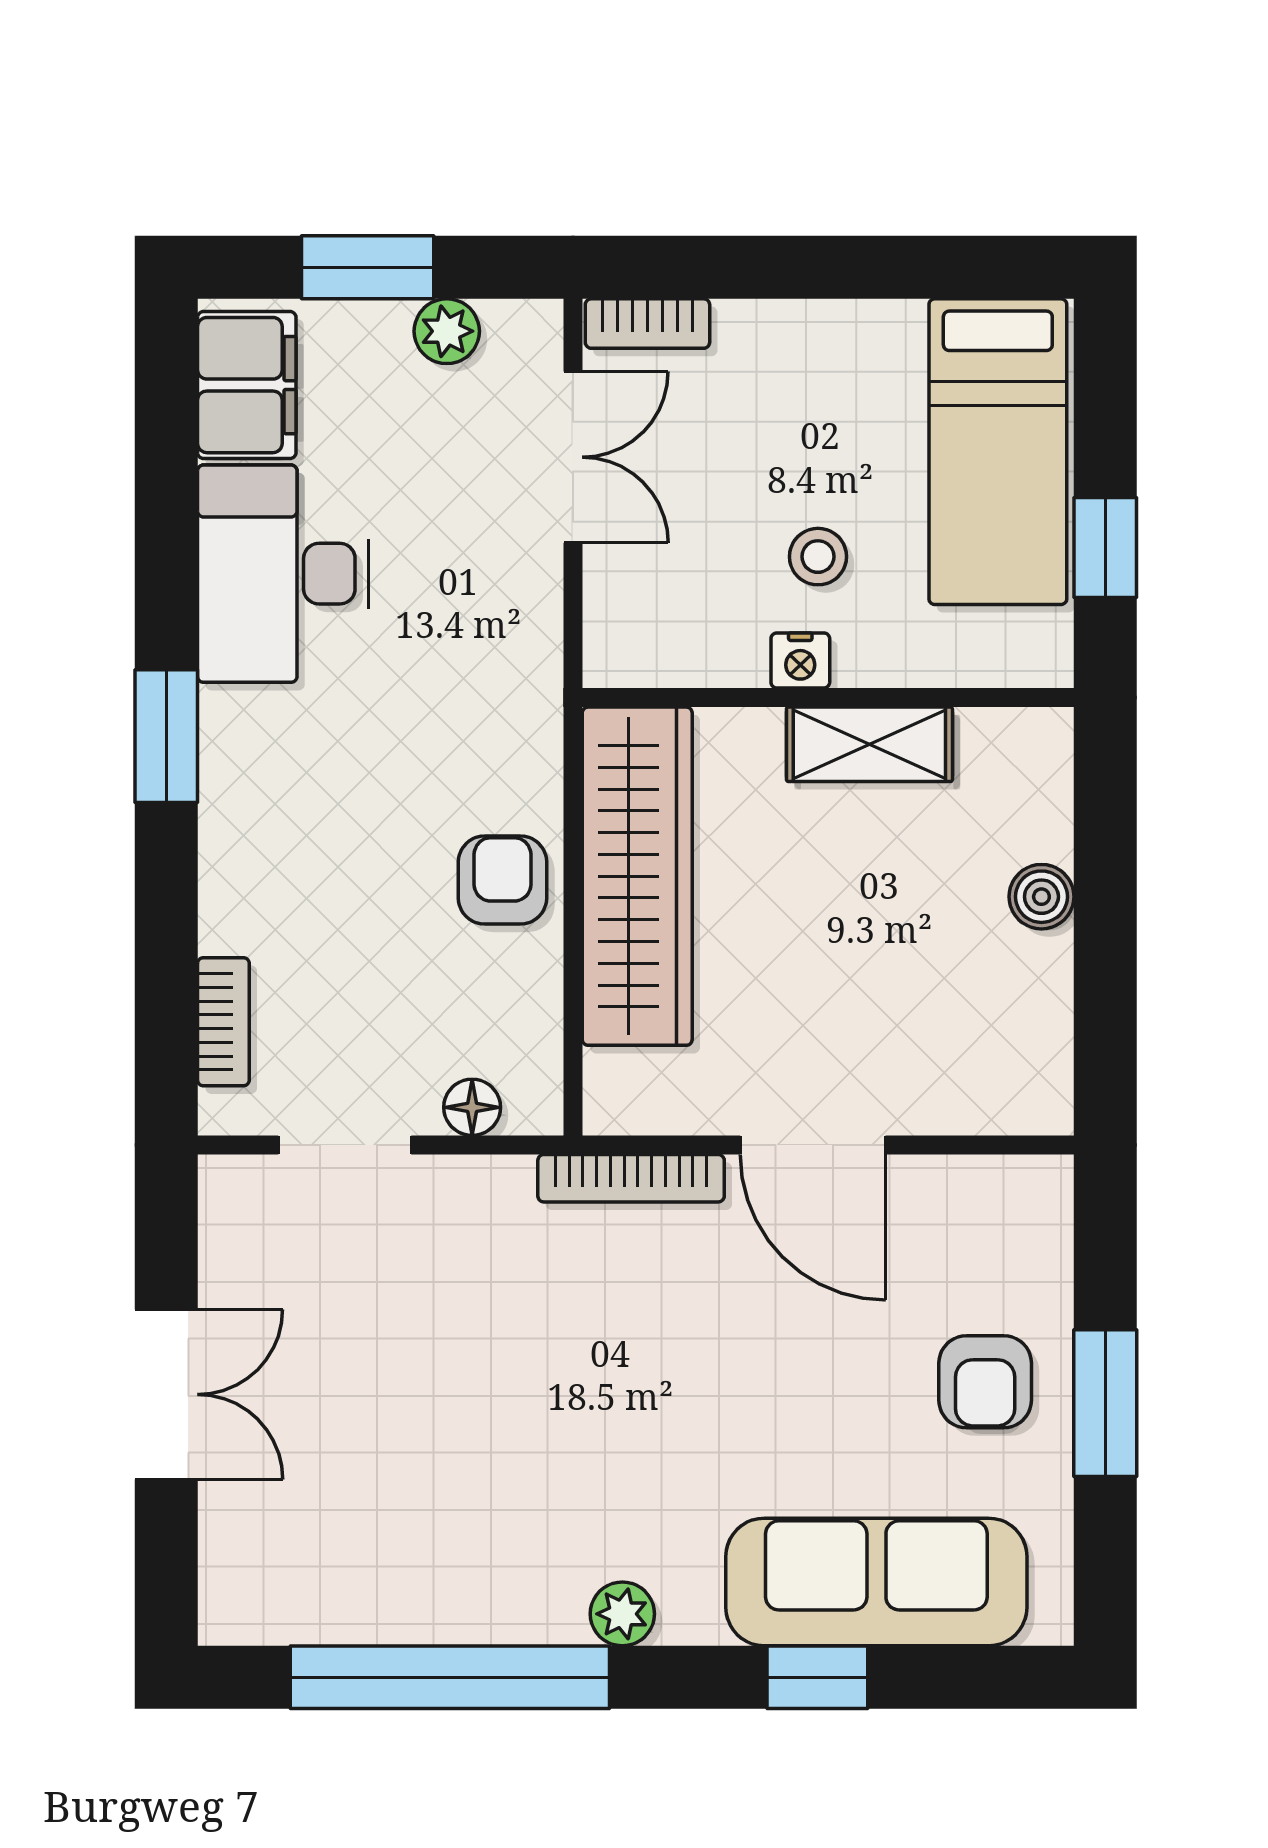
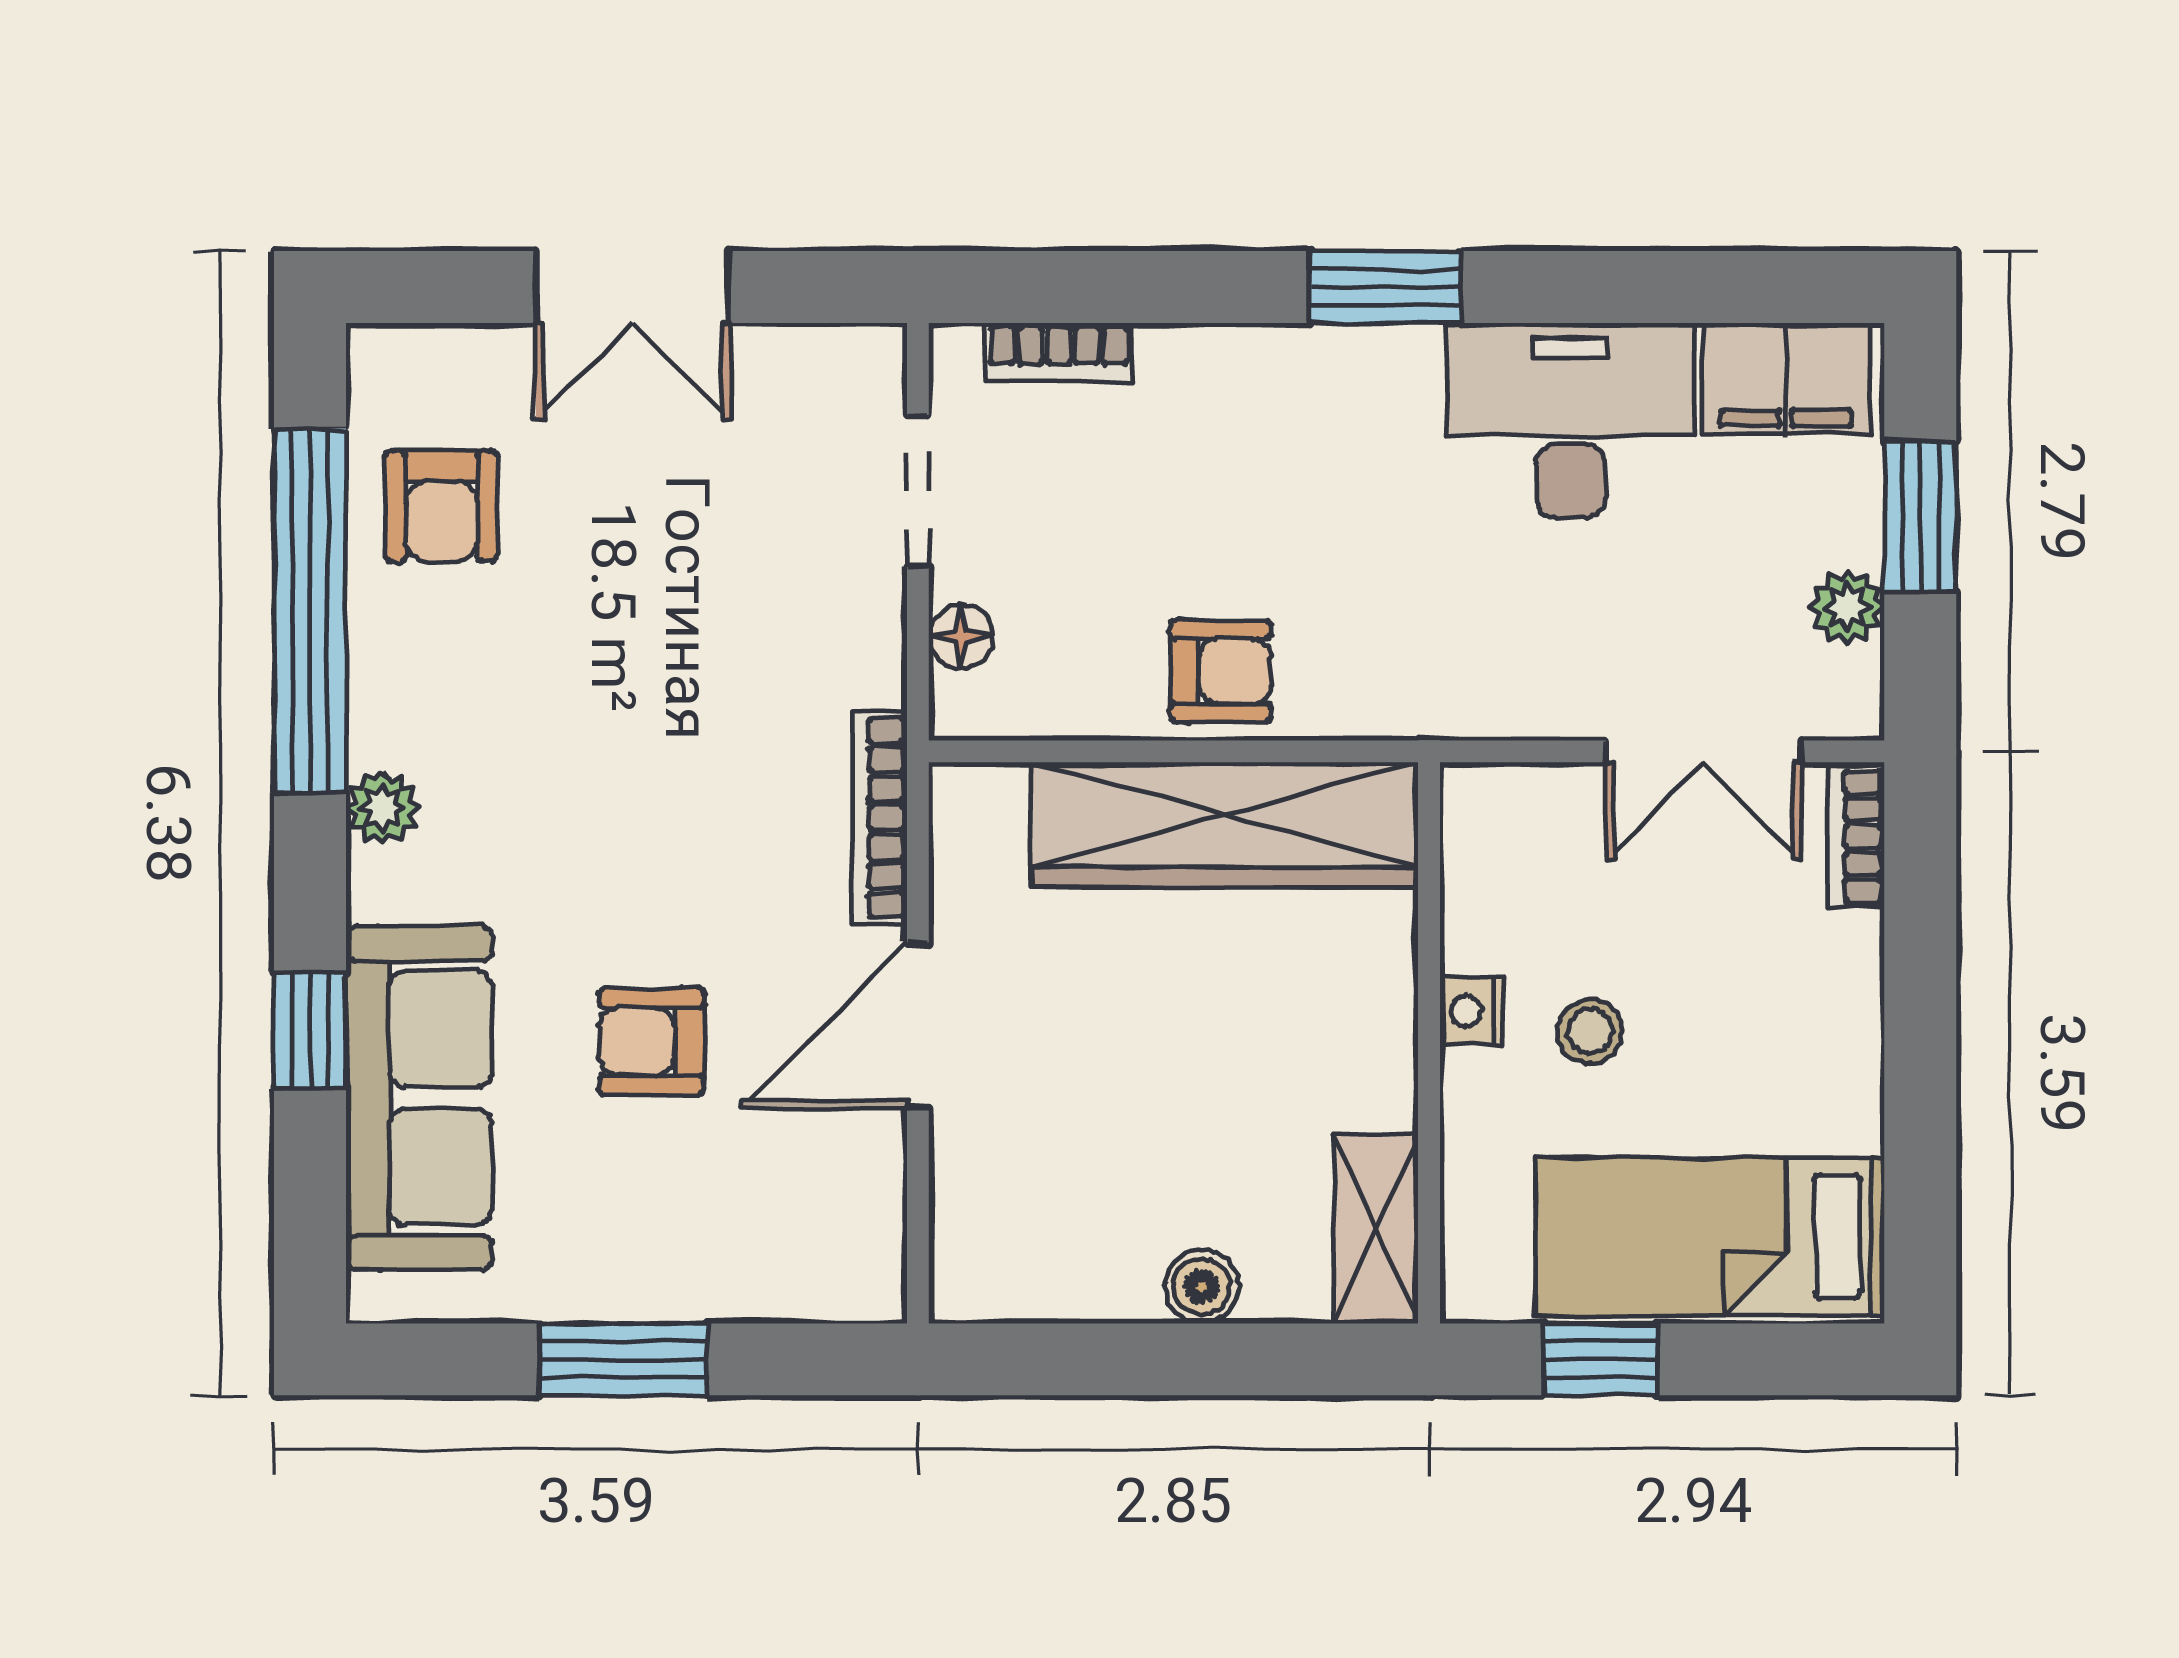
shelving: (869, 744) -> (1376, 1229), moved
armchair: (985, 1382) -> (651, 1041), moved
armchair: (358, 1562) -> (441, 506), added

